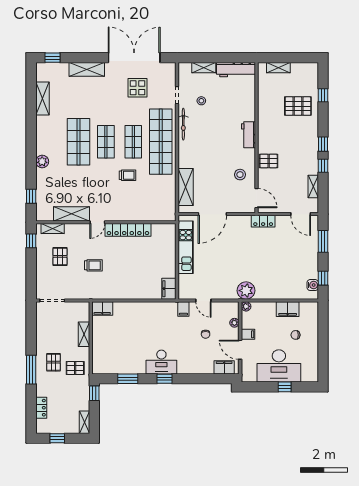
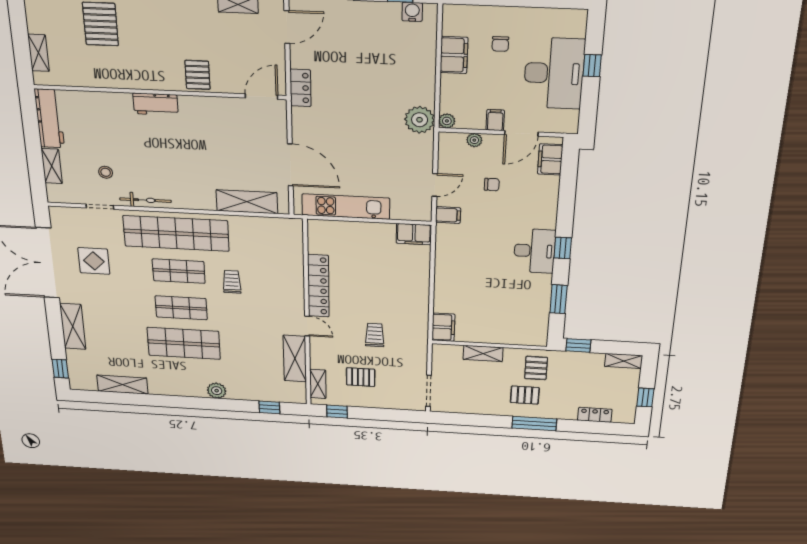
stool: (240, 175) -> (223, 120), removed

